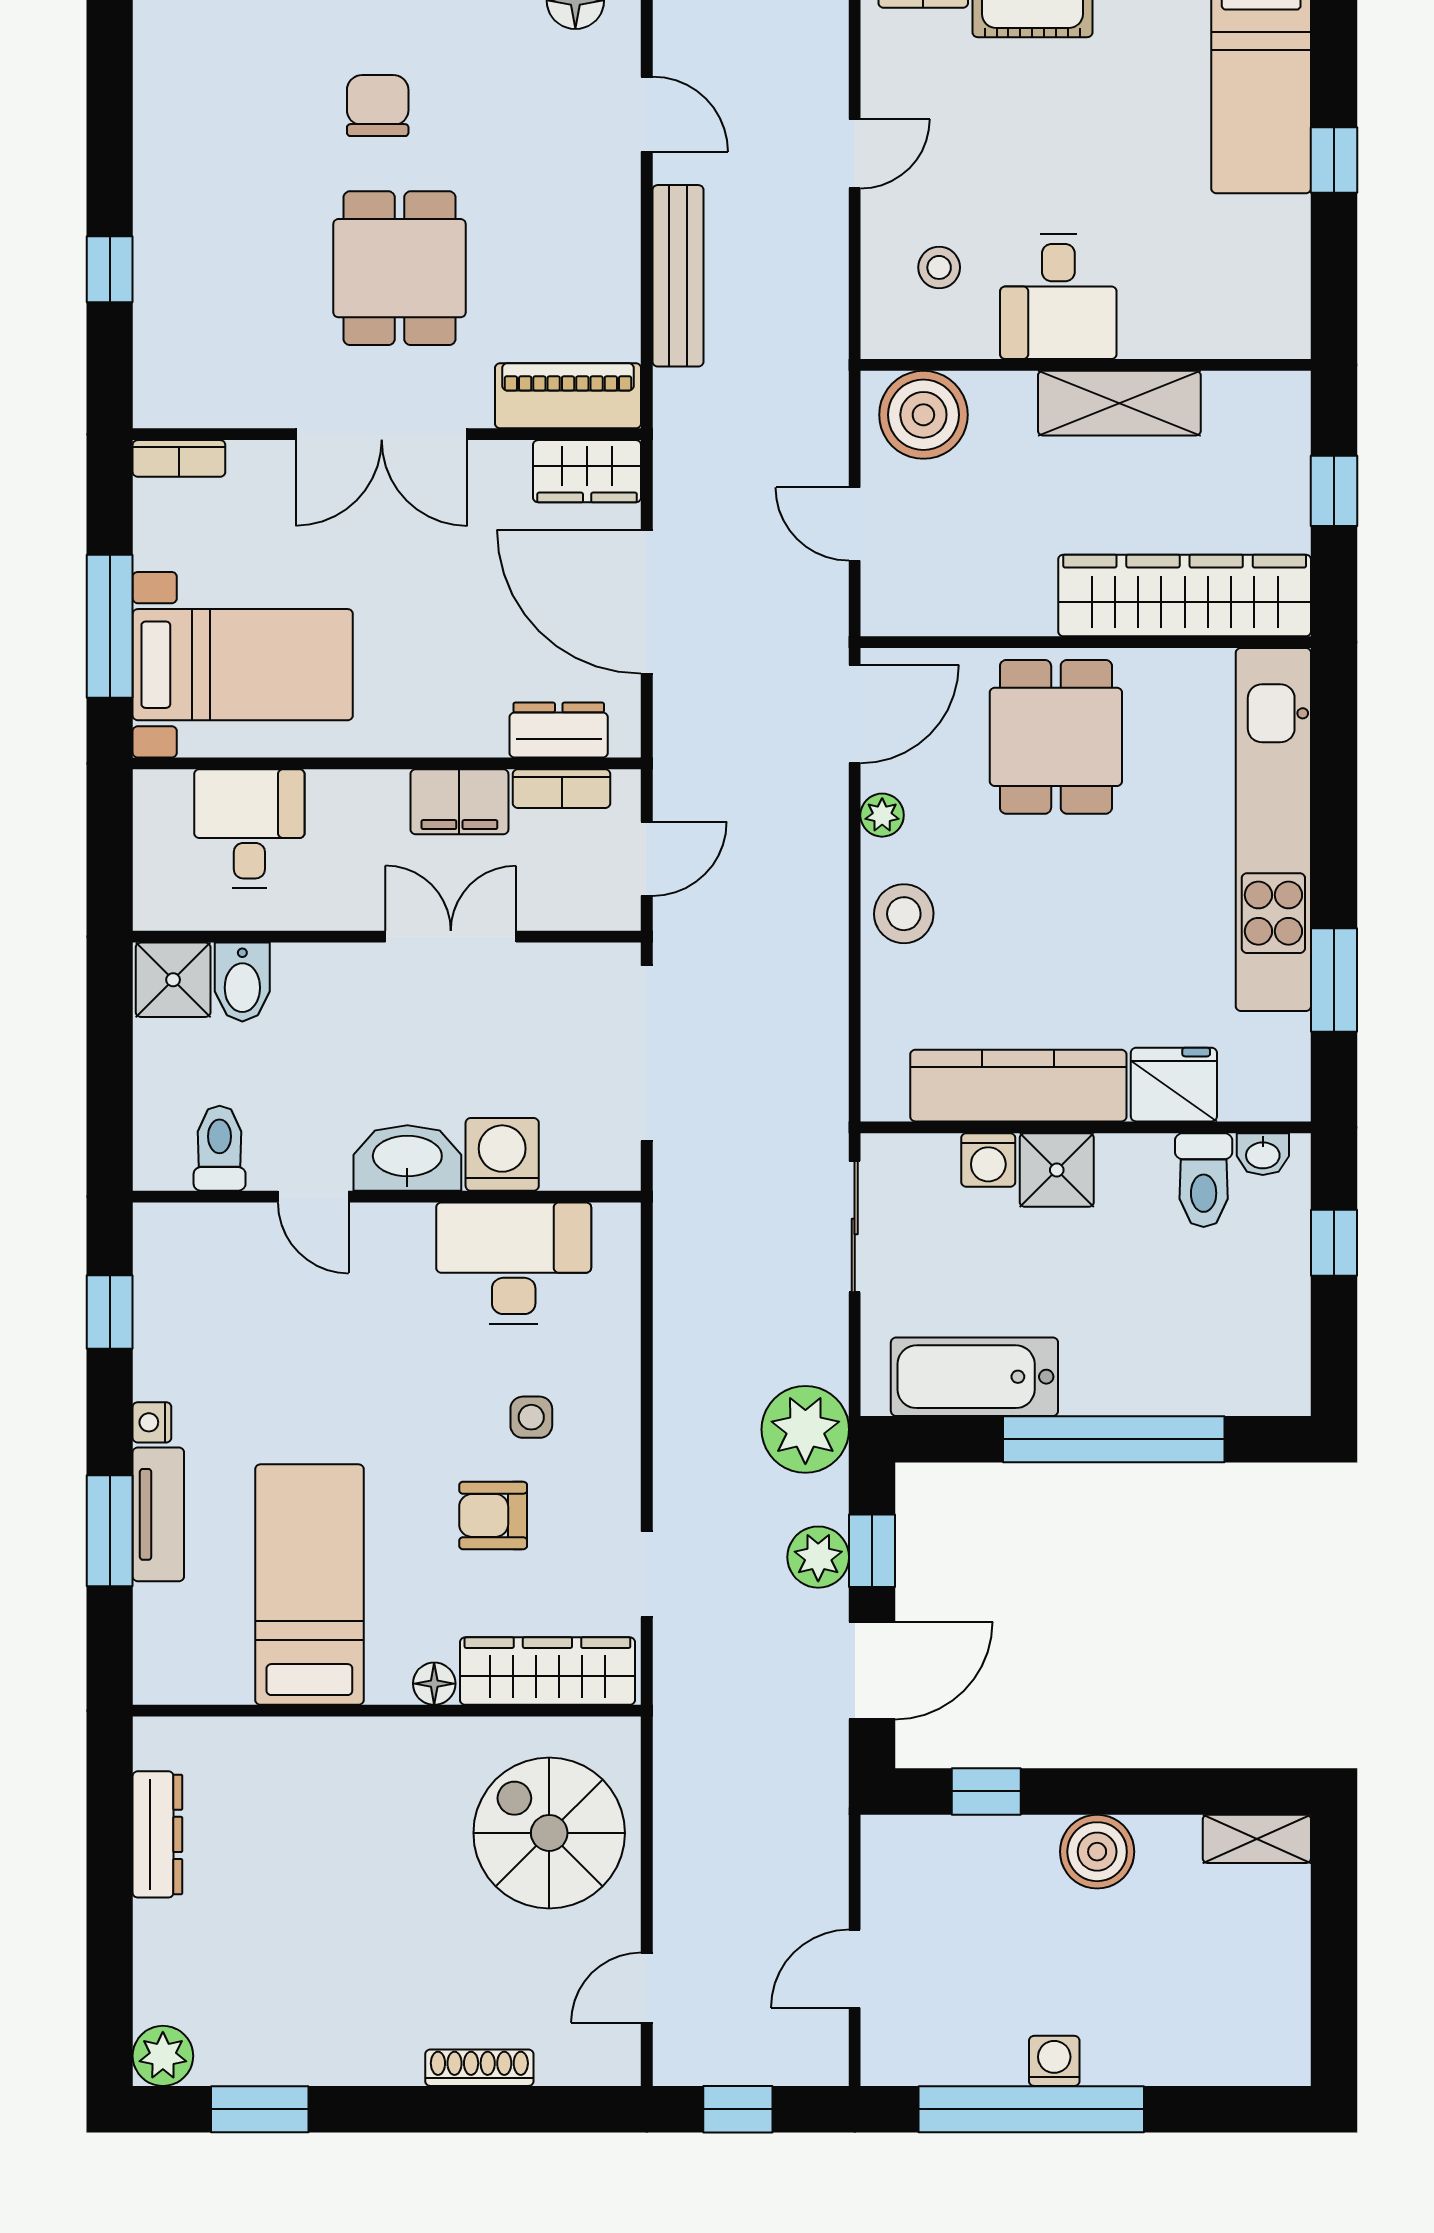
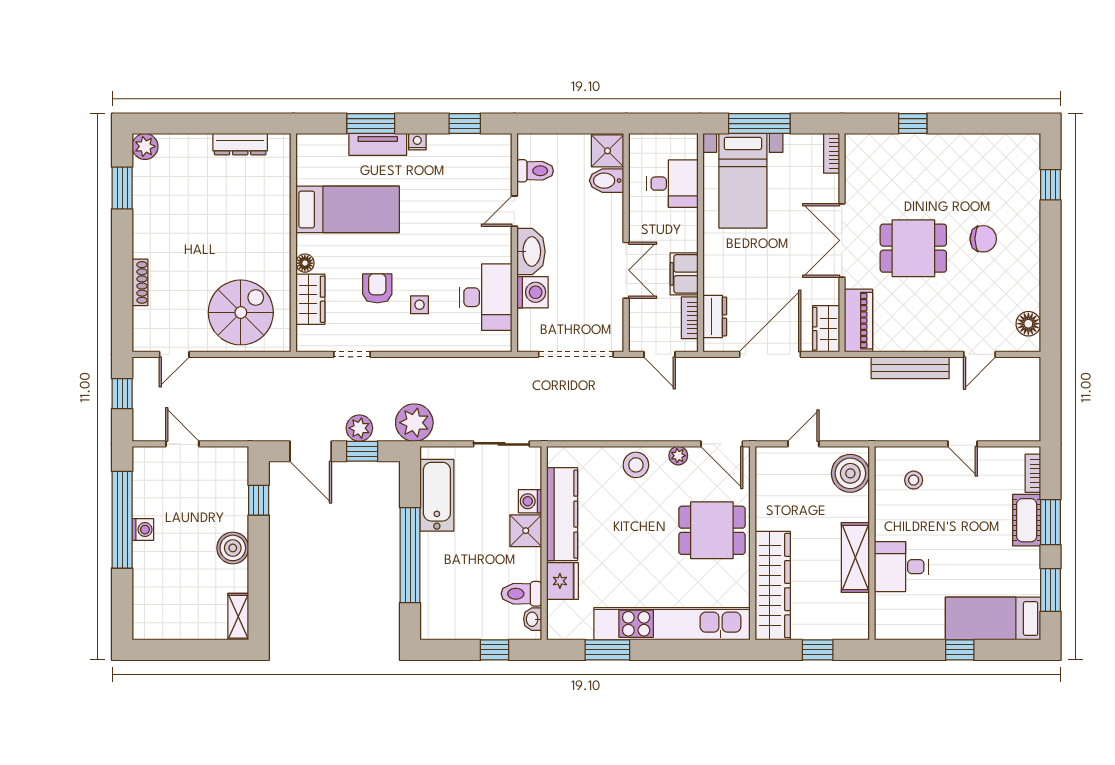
desk: (1058, 296) -> (901, 567), moved
wardrobe: (547, 1671) -> (310, 299), width x0.67
door: (647, 1988) -> (174, 354), swing flipped

